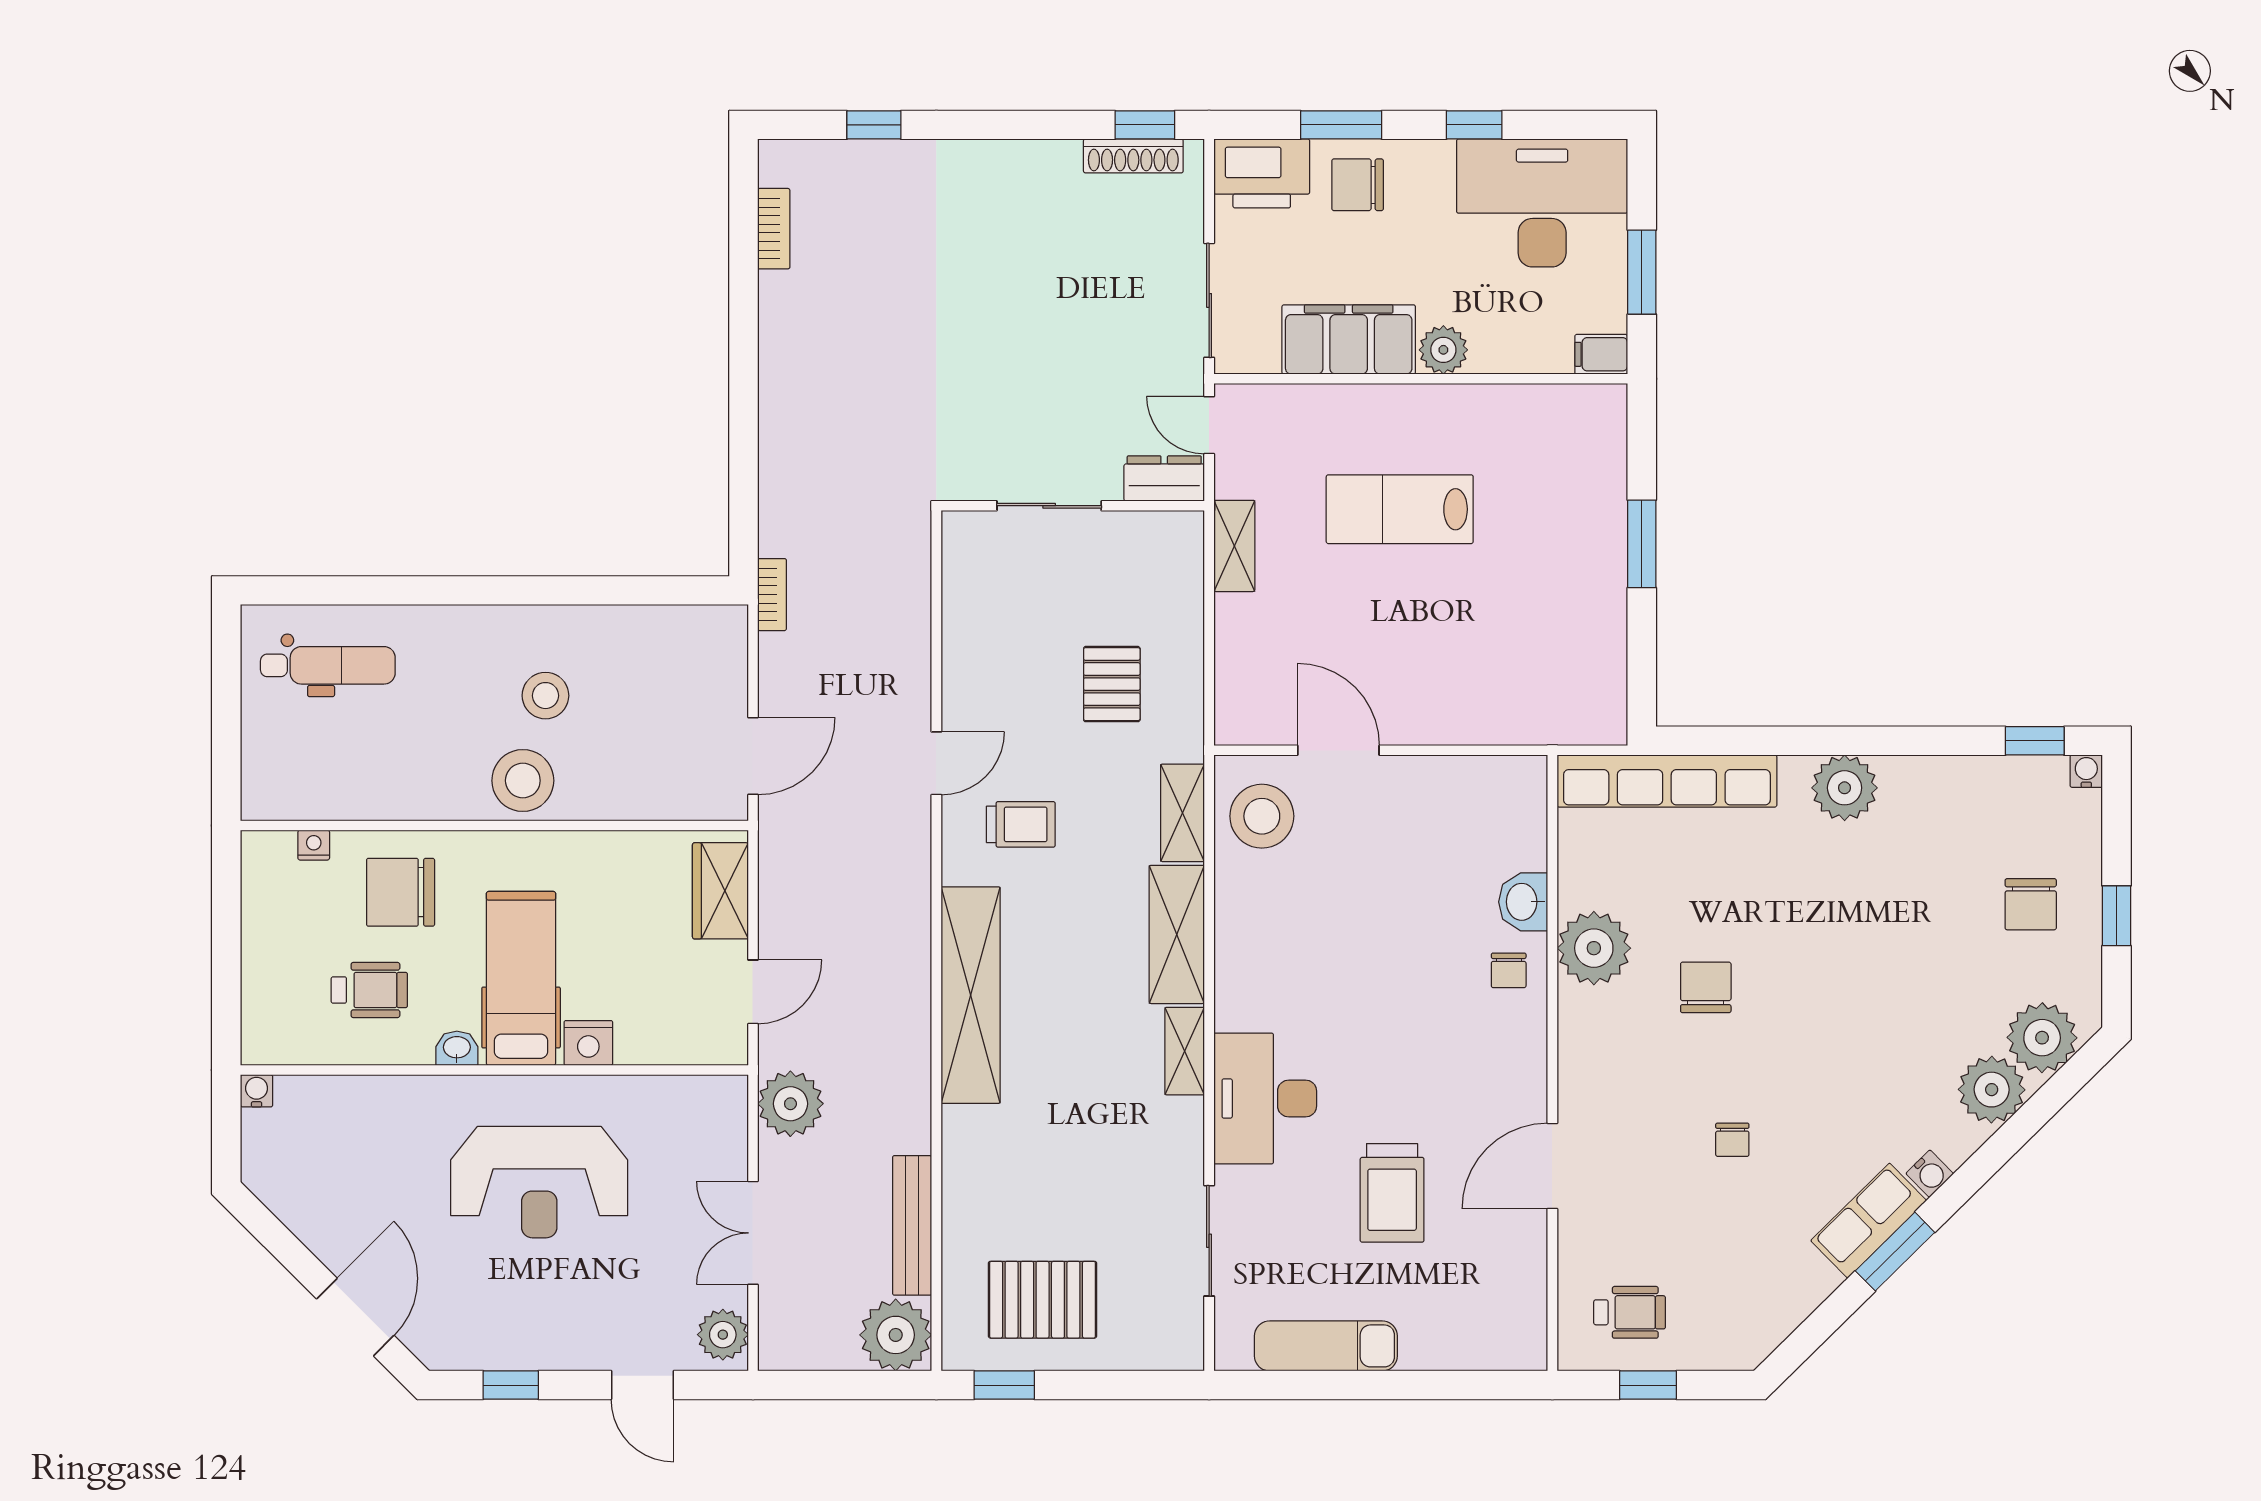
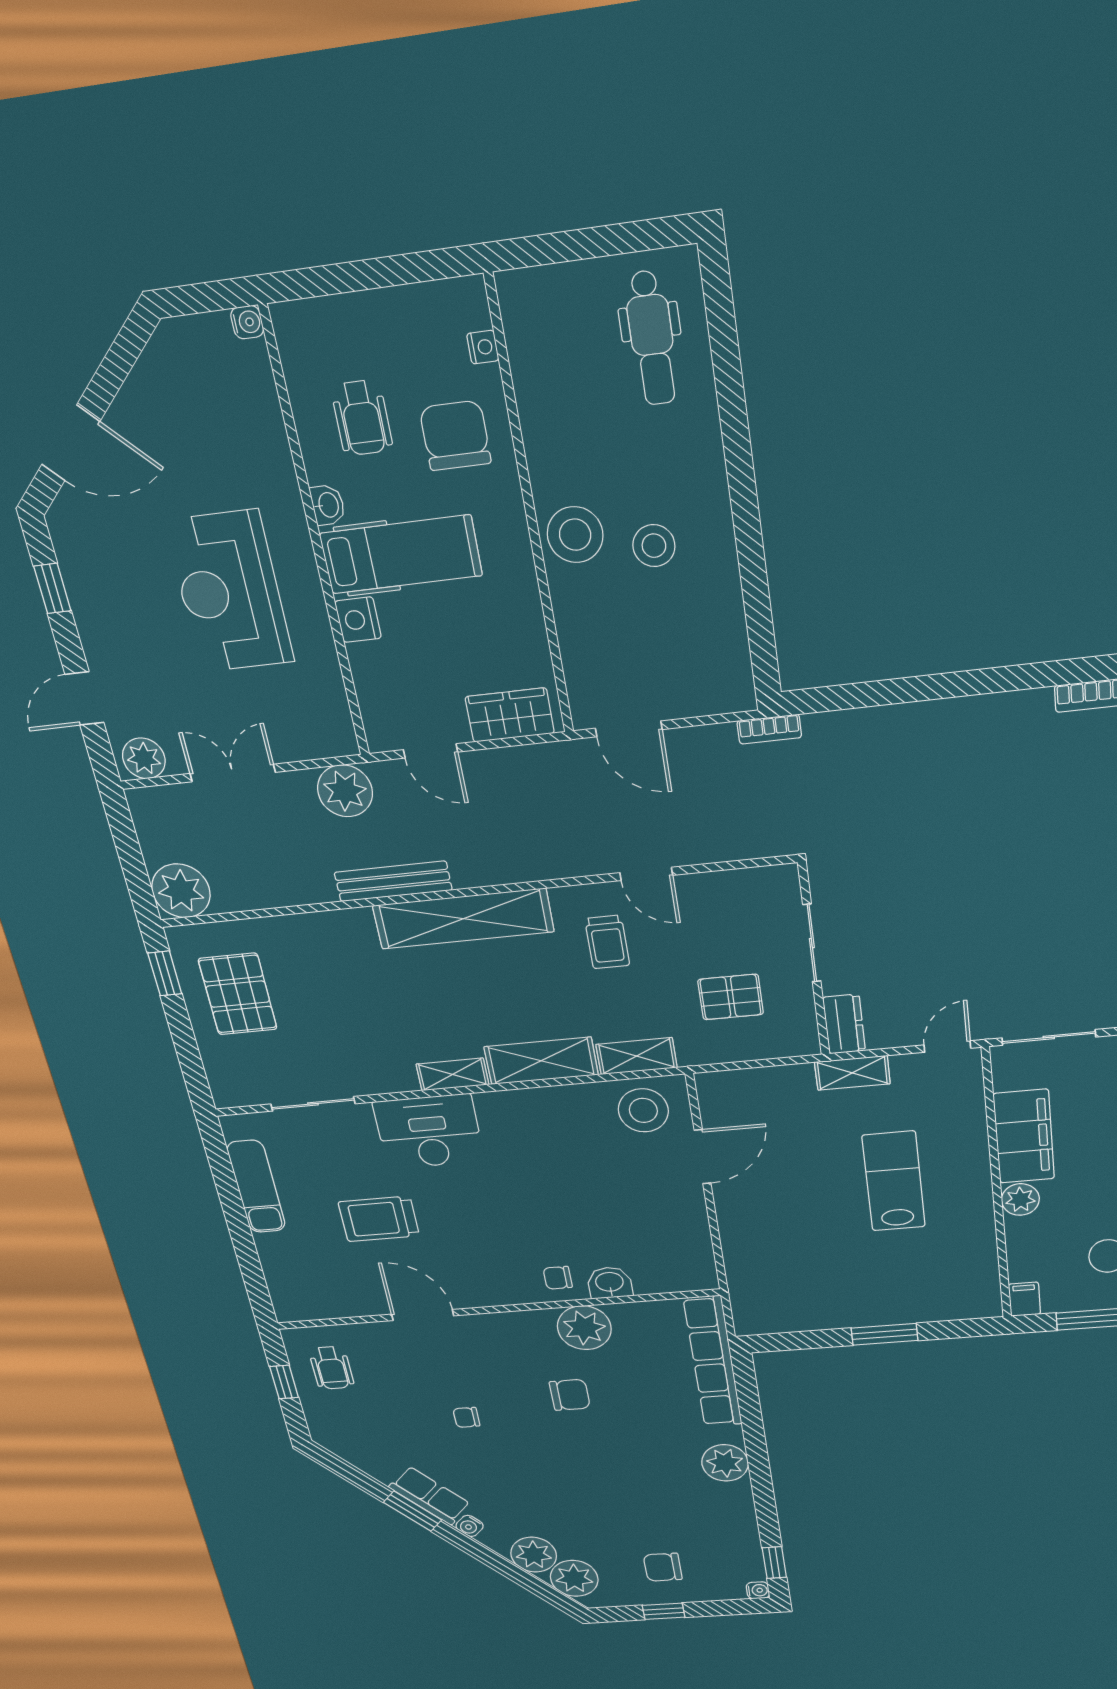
dresser: (1164, 478) -> (844, 1024), moved
sliding door: (1049, 506) -> (812, 943), moved
wall: (1073, 506) -> (814, 960), moved
bench: (912, 1225) -> (393, 881), moved

